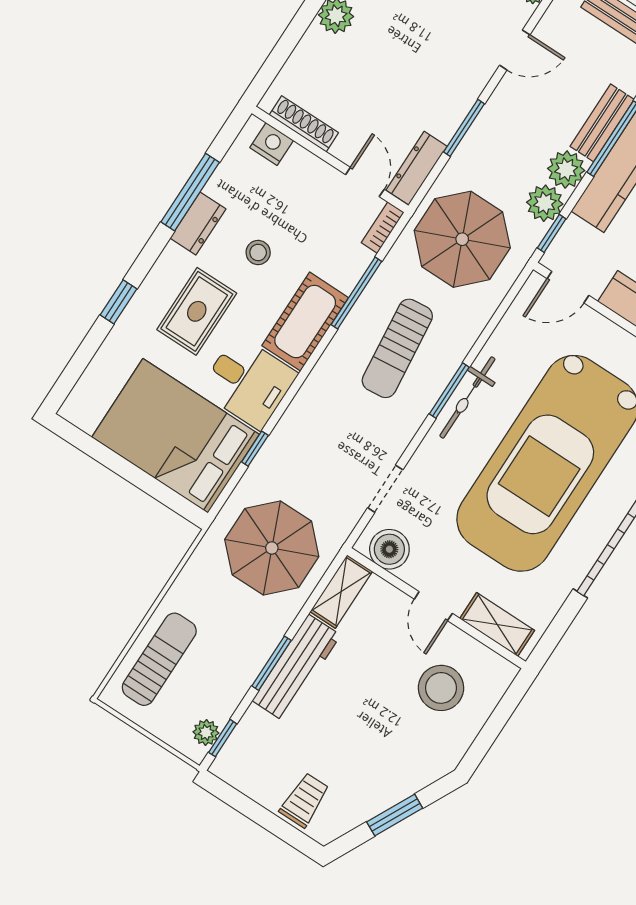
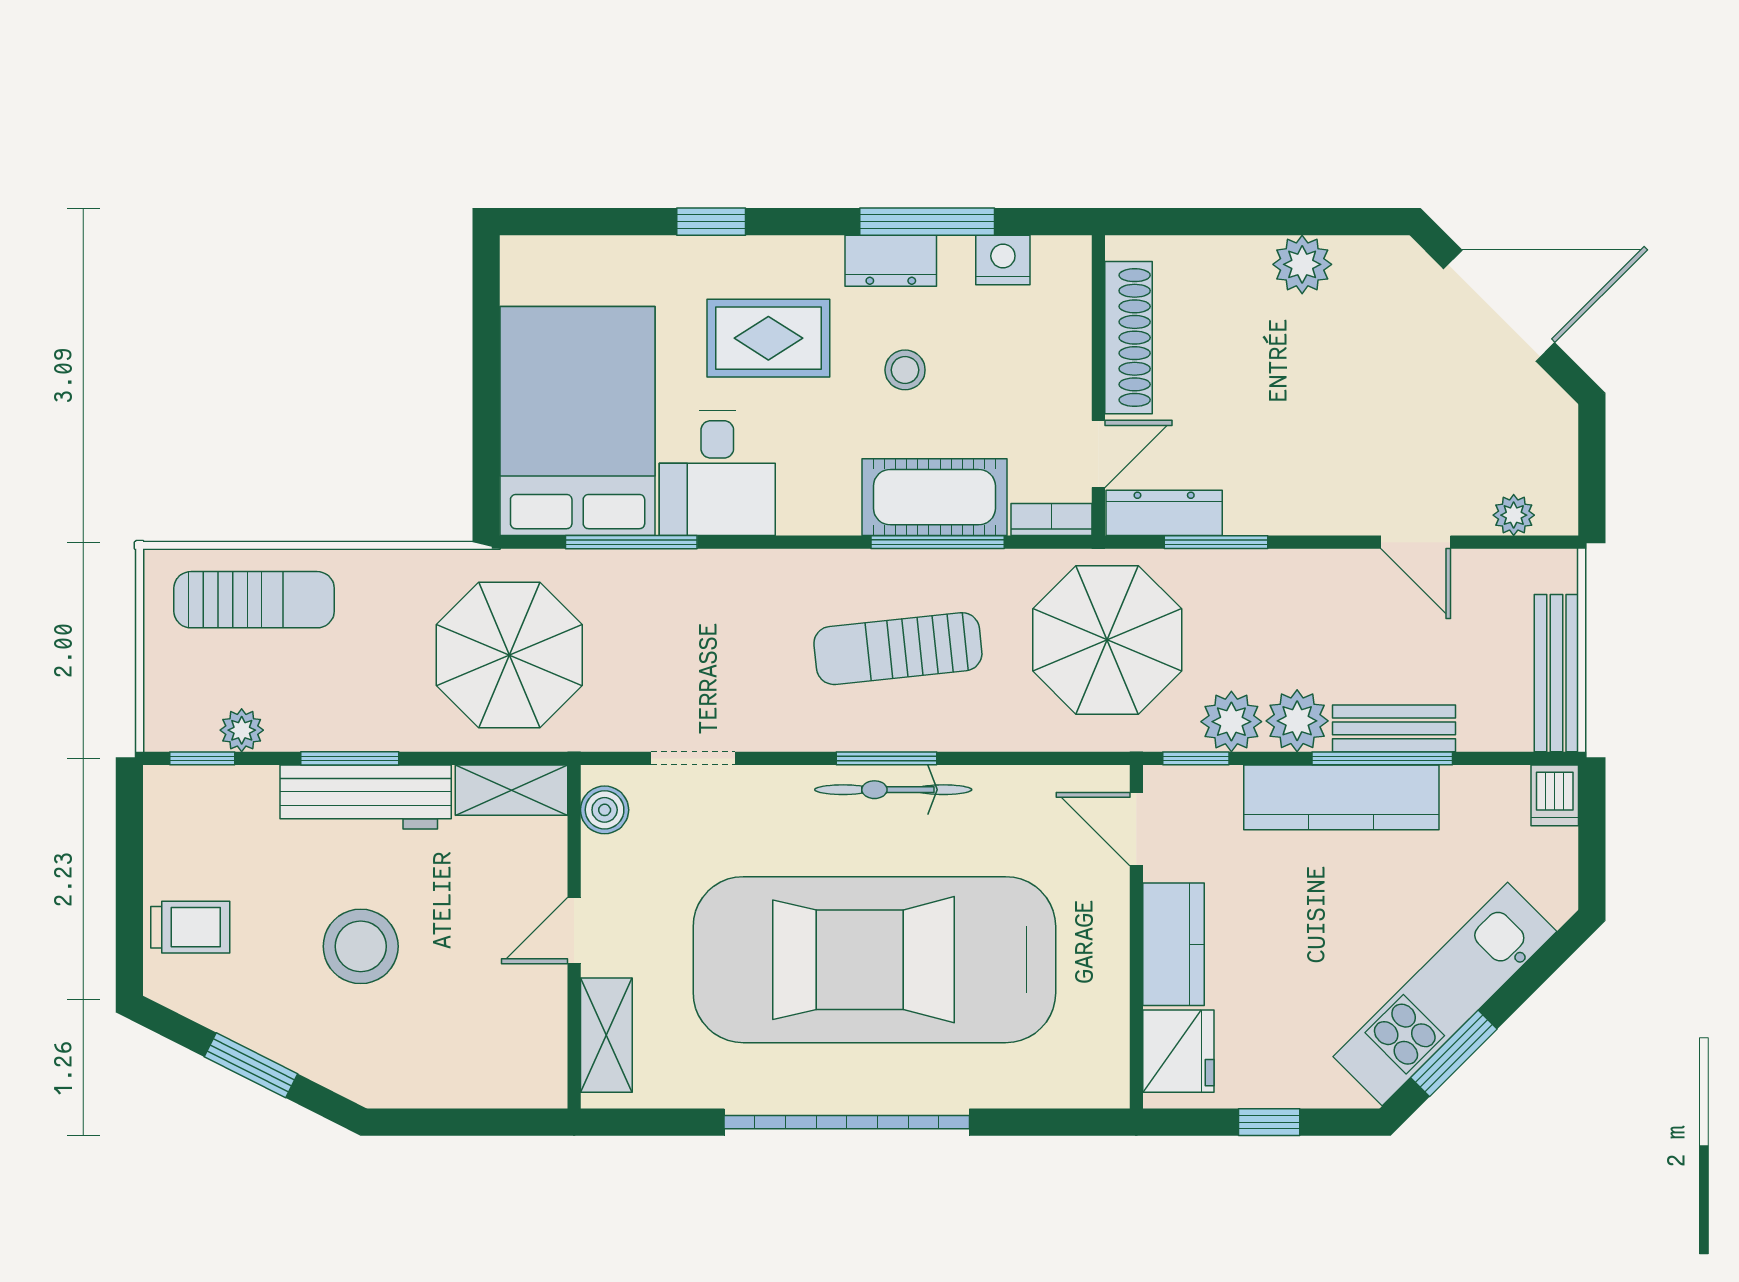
shoe rack: (304, 124) -> (1129, 338), width x1.36, depth x1.24
window: (464, 128) -> (1216, 542), moved
nightstand: (272, 144) -> (1003, 260), moved, turned -90
cot: (305, 322) -> (934, 497), moved
window: (255, 449) -> (631, 542), width x2.17
boiler: (389, 549) -> (605, 810), width x0.73, depth x0.73
stool: (441, 688) -> (361, 946), moved
plant: (206, 732) -> (242, 730), moved

